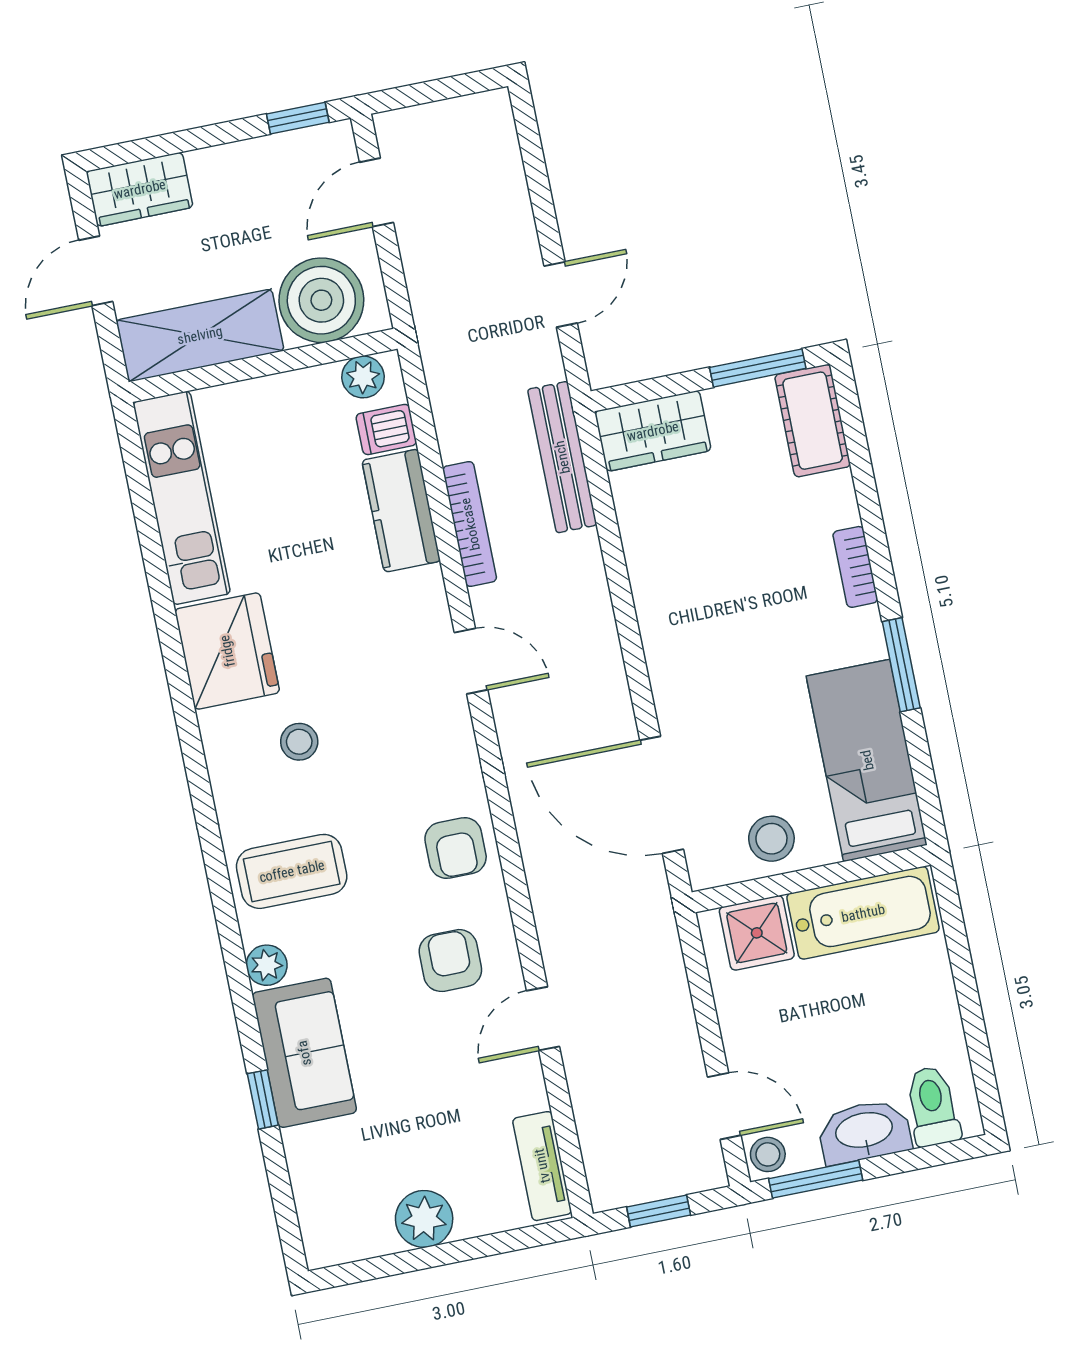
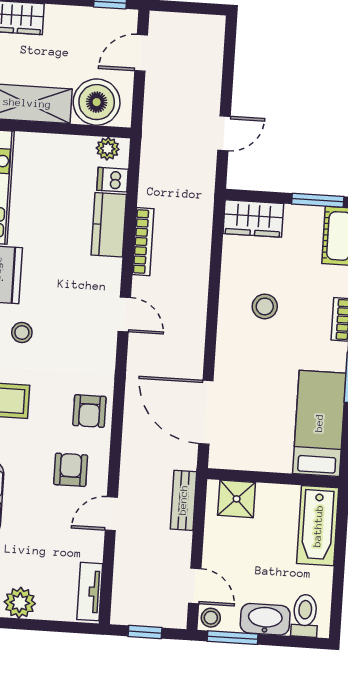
bench: (562, 457) -> (183, 500), moved, width x0.73
stool: (771, 839) -> (265, 306), moved
bathtub: (863, 913) -> (318, 526), moved, turned 90

